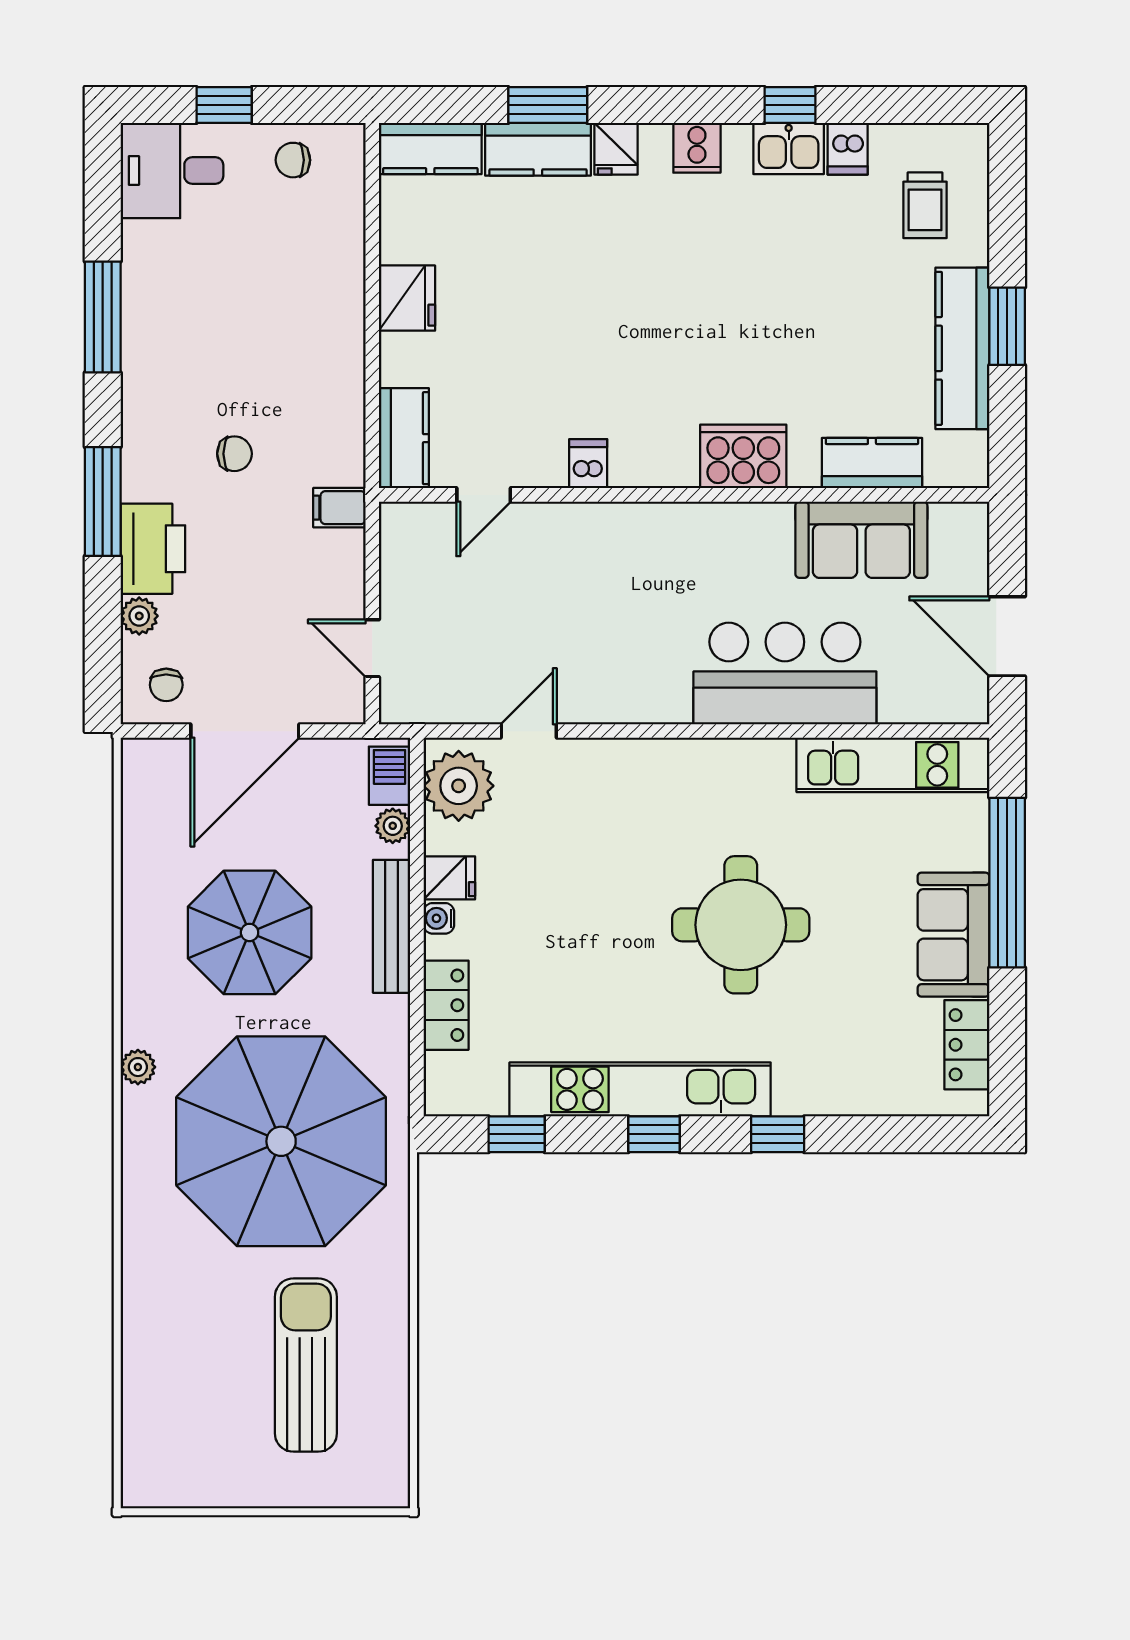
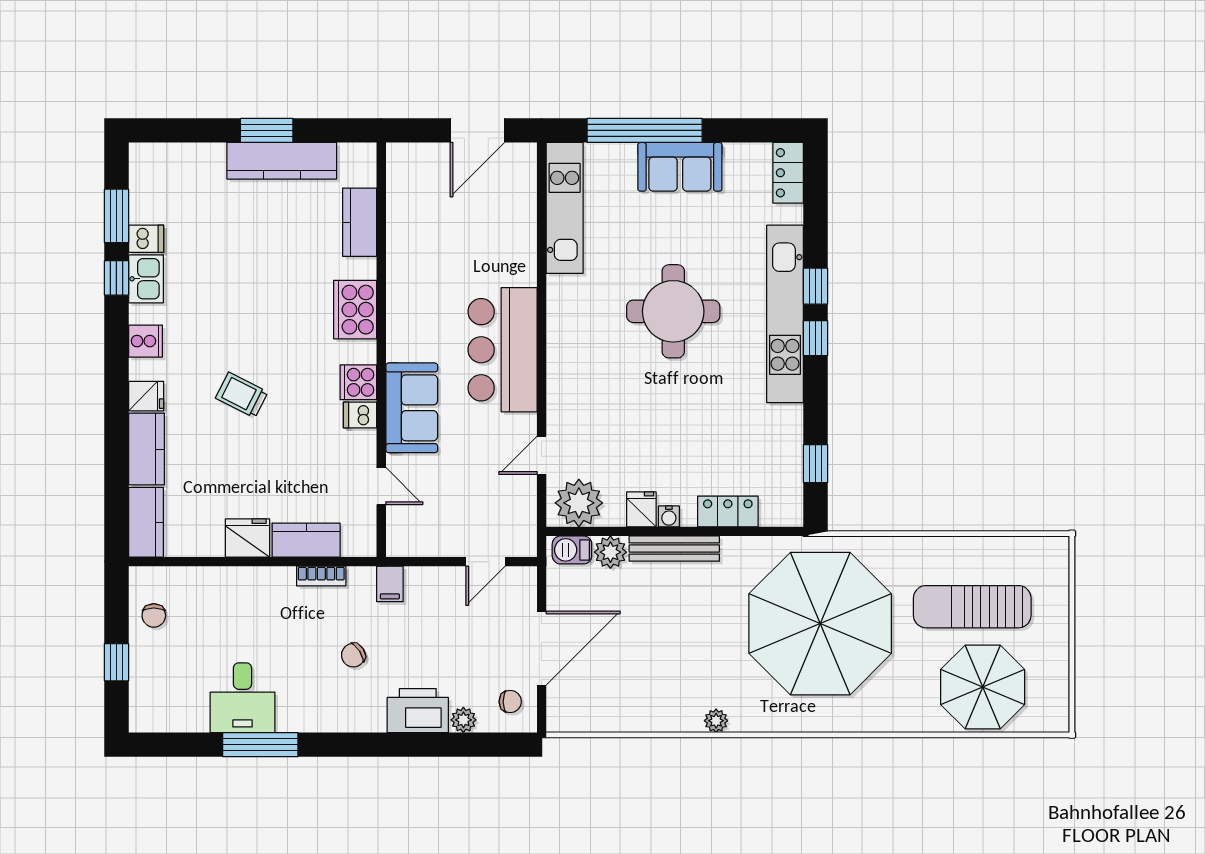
window: (548, 105) -> (116, 216), moved
desk: (172, 170) -> (242, 698), moved
trolley: (925, 205) -> (242, 395), moved, turned -153
bookcase: (351, 407) -> (321, 576), added
kitchen counter: (404, 438) -> (306, 540), moved
chair: (234, 454) -> (353, 655), turned -123
cooker: (636, 461) -> (358, 382), added
window: (103, 501) -> (386, 745), removed
sofa: (861, 540) -> (412, 408), moved
bar counter: (785, 673) -> (503, 350), moved
door: (245, 731) -> (542, 648), hinge flipped
door: (529, 731) -> (542, 455), hinge flipped
plant: (393, 826) -> (610, 552), width x1.38, depth x1.38
parasol: (250, 932) -> (983, 687), moved
locker: (967, 1045) -> (788, 173), moved, turned 90
plant: (138, 1067) -> (716, 721), moved
kitchen unit: (640, 1089) -> (785, 314), moved
window: (654, 1134) -> (815, 338), moved

